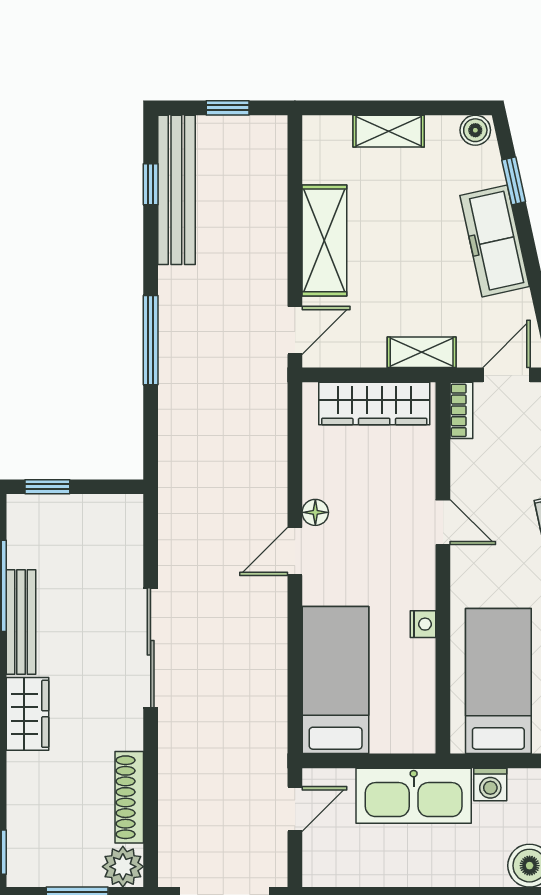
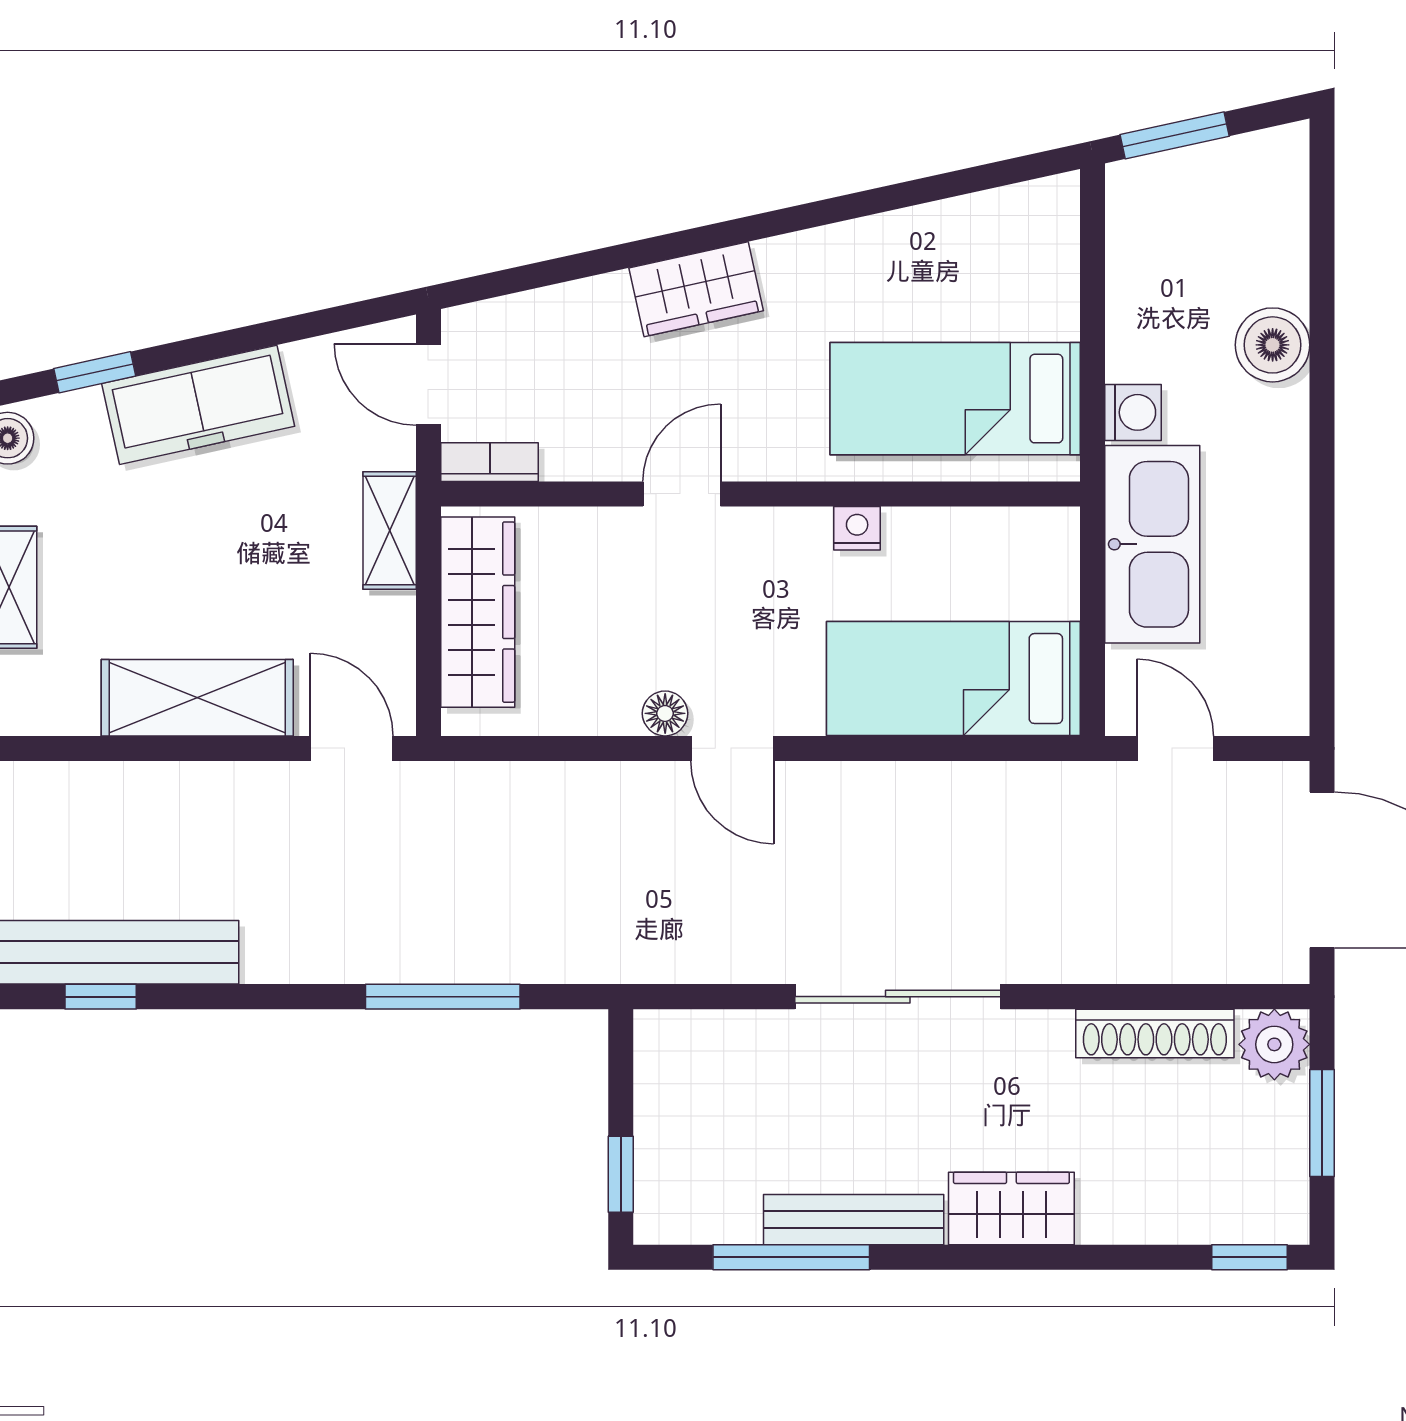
window: (151, 340) -> (443, 997), moved

